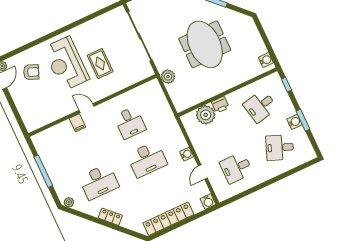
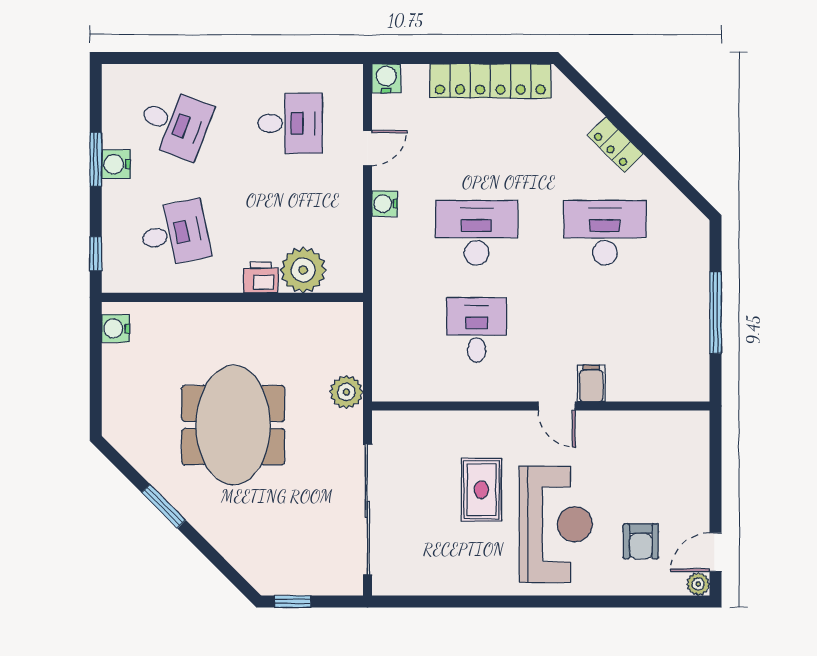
armchair: (31, 72) -> (641, 541), turned -112
plant: (69, 202) -> (691, 218), removed

